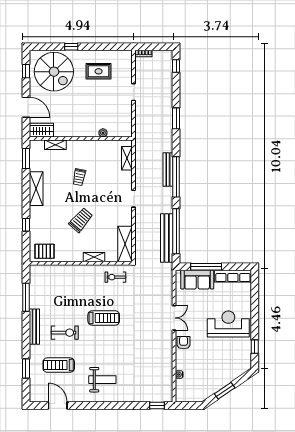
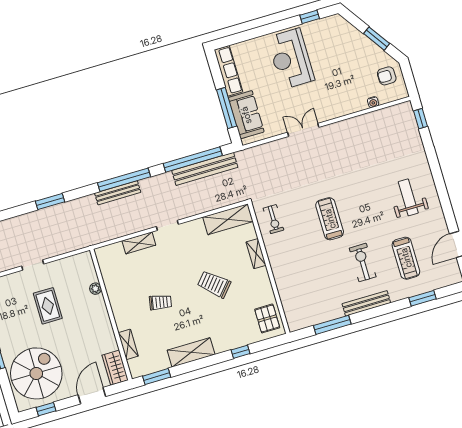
rug: (99, 71) -> (48, 306), moved
shelving: (127, 158) -> (139, 243), moved
armchair: (184, 343) -> (387, 76), moved

